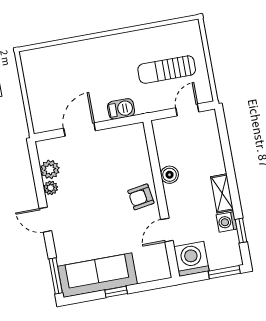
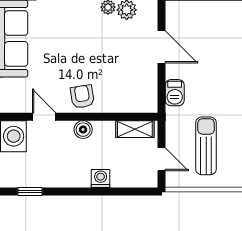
boiler: (170, 175) -> (83, 130), moved
shelving: (222, 193) -> (135, 129), moved
washing machine: (227, 222) -> (101, 178), moved

